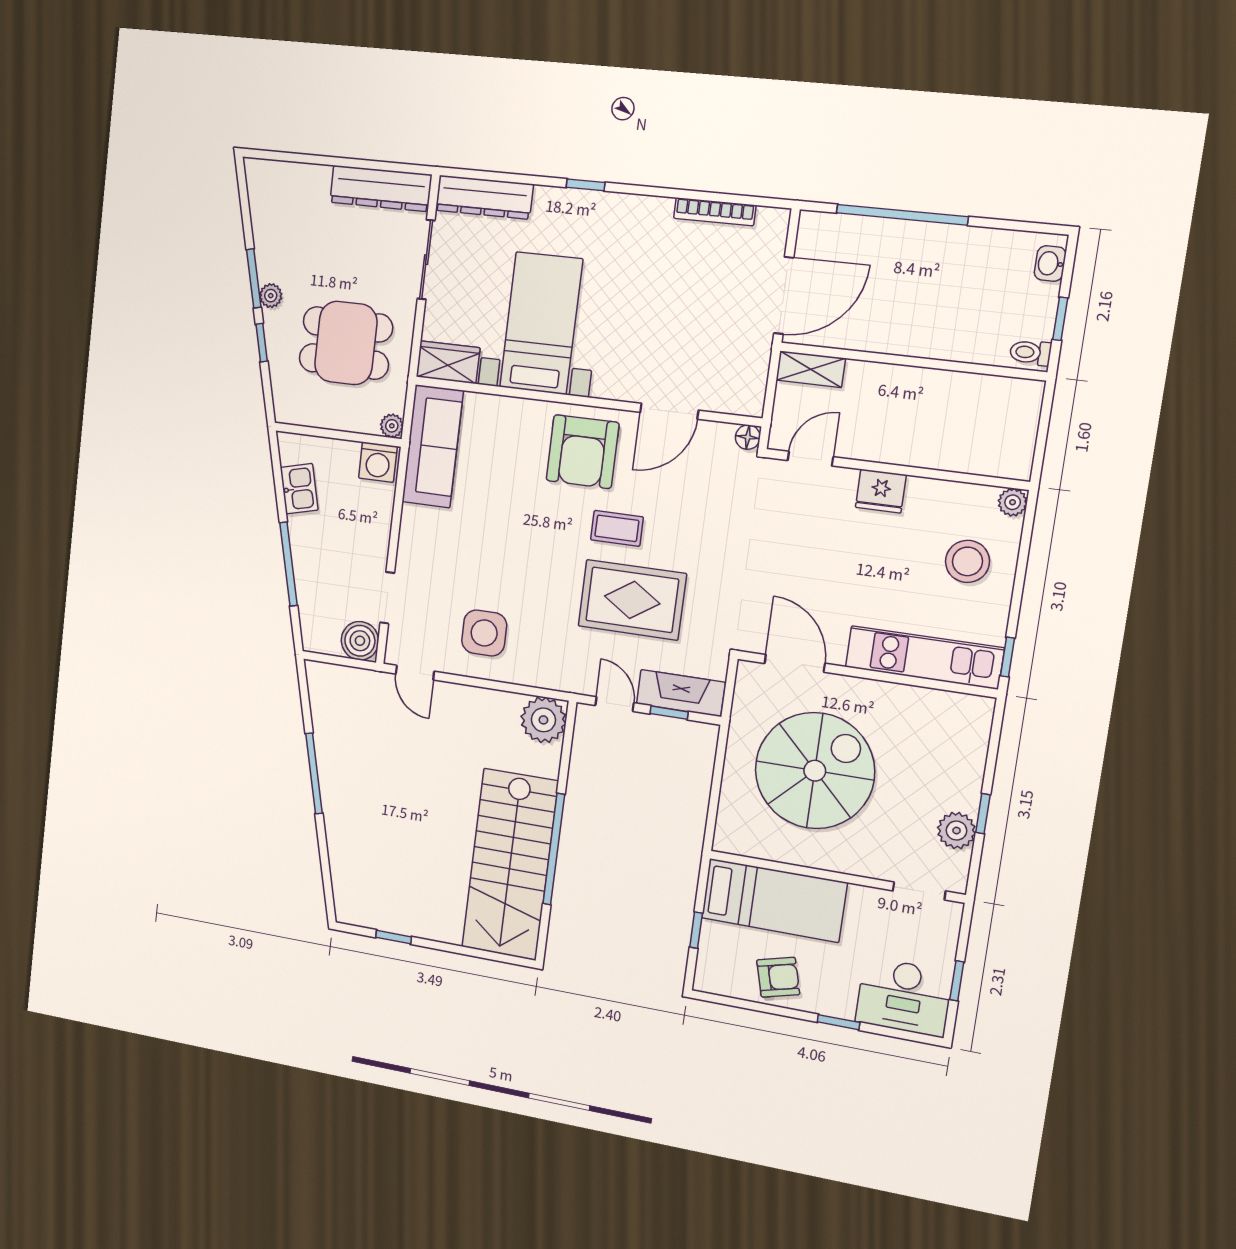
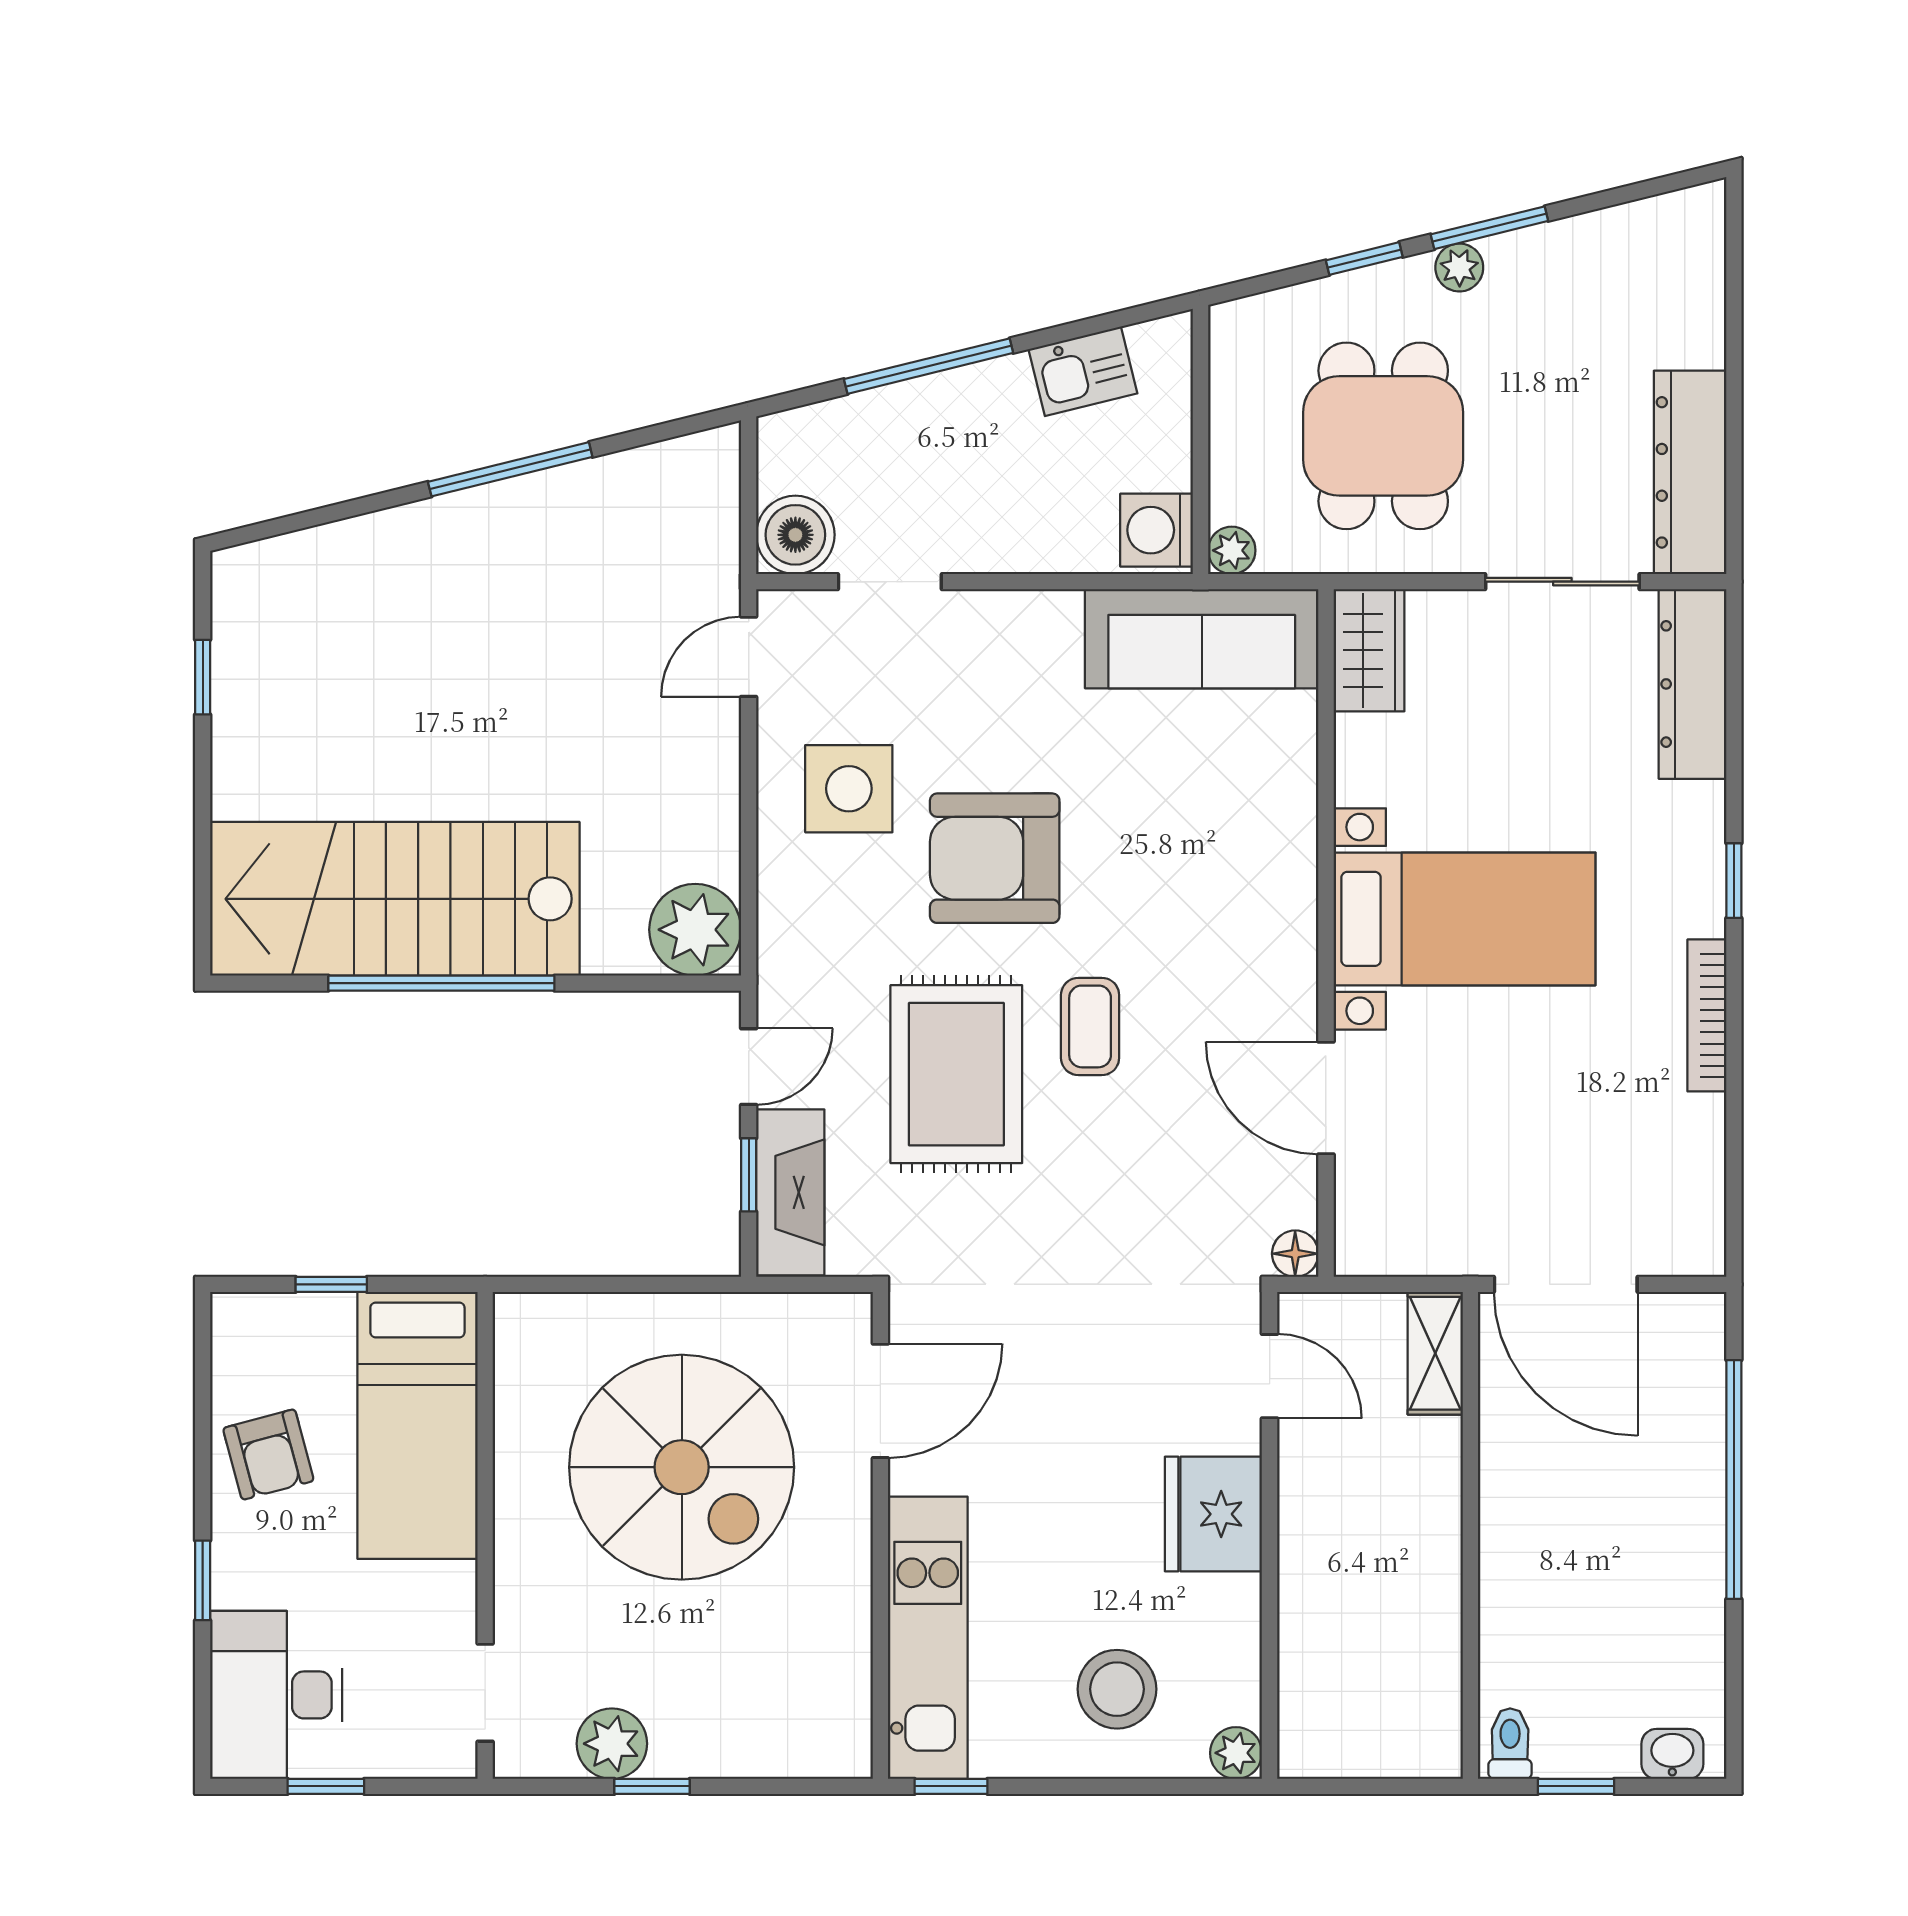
bookcase: (715, 212) -> (1707, 1015), moved
bed with nightstands: (541, 323) -> (1464, 919), moved
armchair: (583, 452) -> (995, 858), moved
fridge: (881, 491) -> (1213, 1514), width x1.36, depth x1.34

